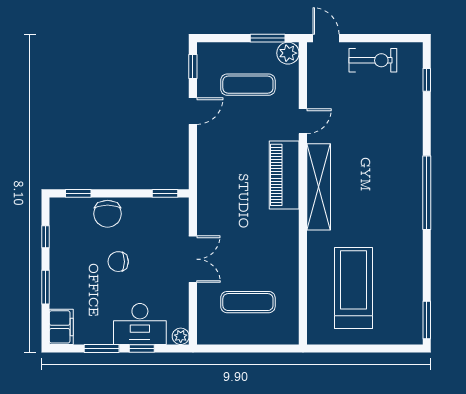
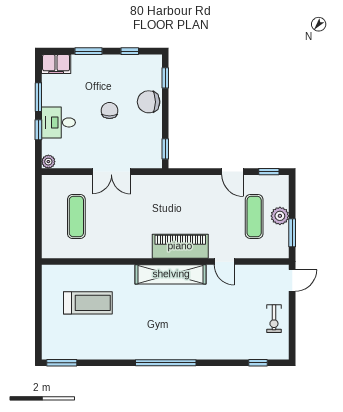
plant: (288, 53) -> (280, 216), moved
exercise bike: (373, 60) -> (274, 319), width x0.73, depth x0.72
treadmill: (353, 288) -> (88, 303), width x0.73, depth x0.73
desk: (140, 324) -> (58, 122), width x0.73

